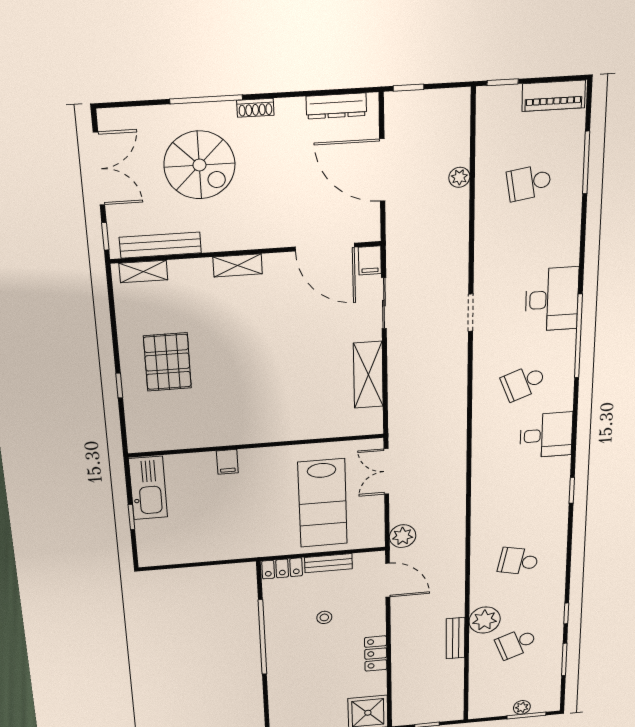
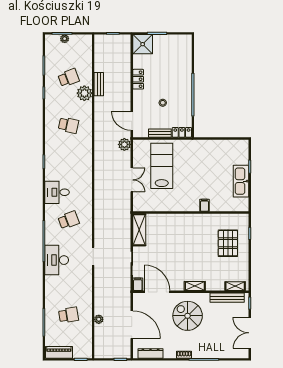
spiral stairs: (199, 165) -> (188, 316), moved
wall: (257, 446) -> (191, 212), moved
filing cabinet: (227, 462) -> (204, 205), moved

